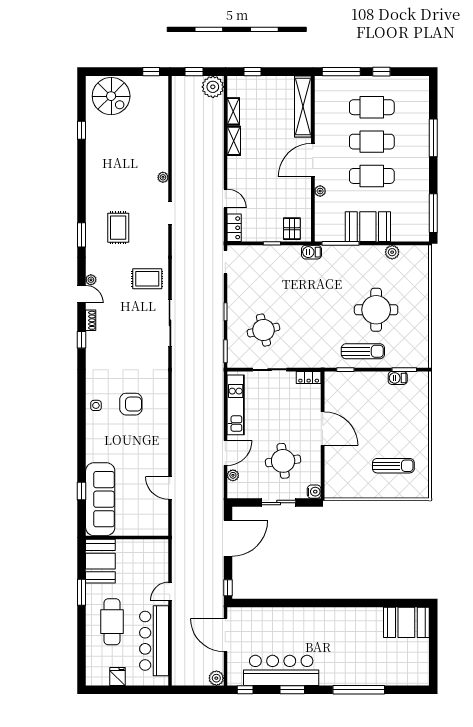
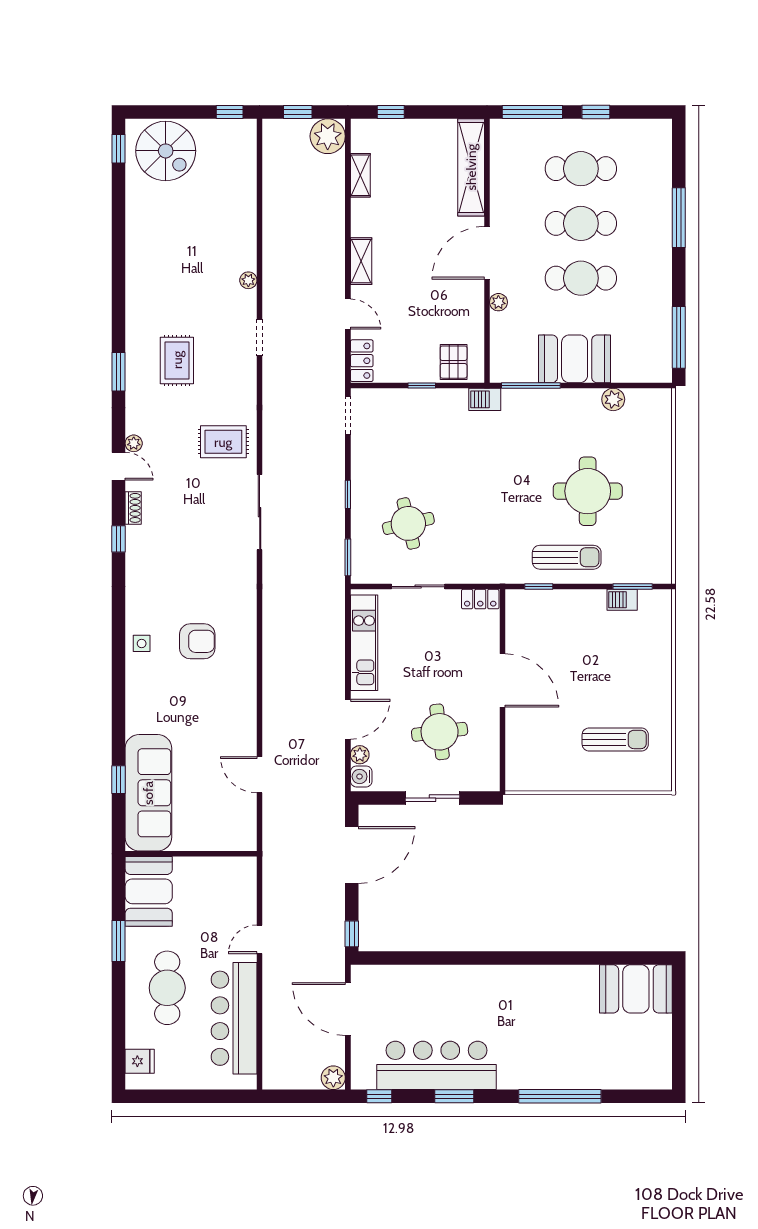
window: (81, 130) -> (119, 149), moved
shelving: (234, 141) -> (361, 261), moved
water cooler: (314, 492) -> (361, 776), moved, turned 180
fridge: (118, 677) -> (140, 1061), moved, turned 90

